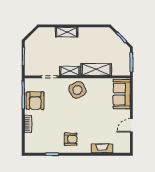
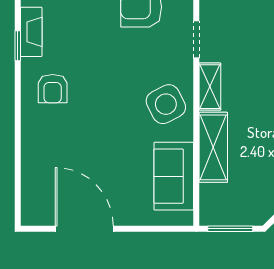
sofa: (122, 94) -> (174, 176), moved, turned -90
door: (131, 125) -> (84, 229), width x1.88
fireplace: (102, 148) -> (31, 32), moved

